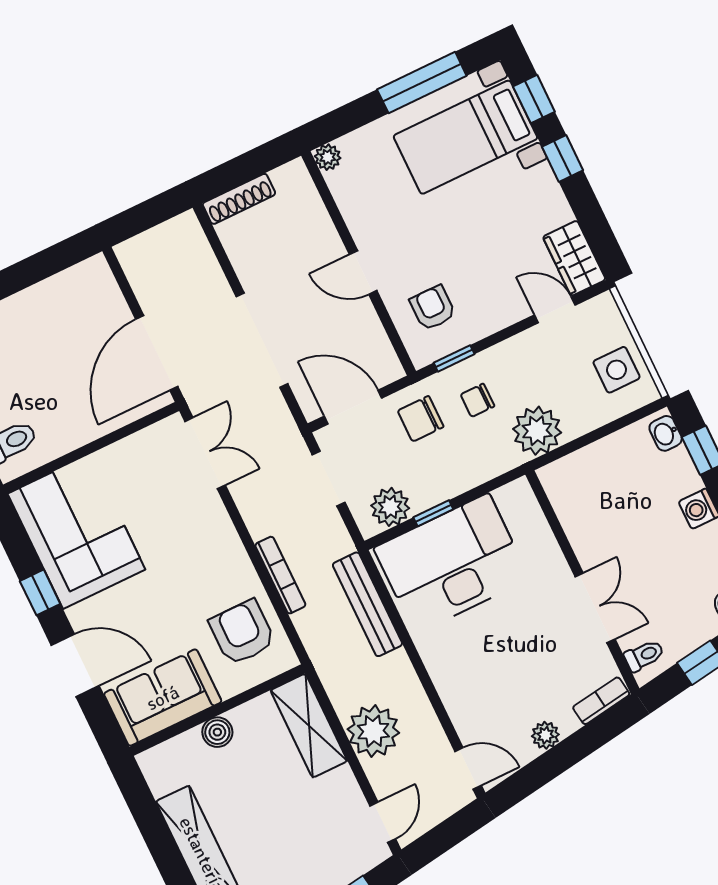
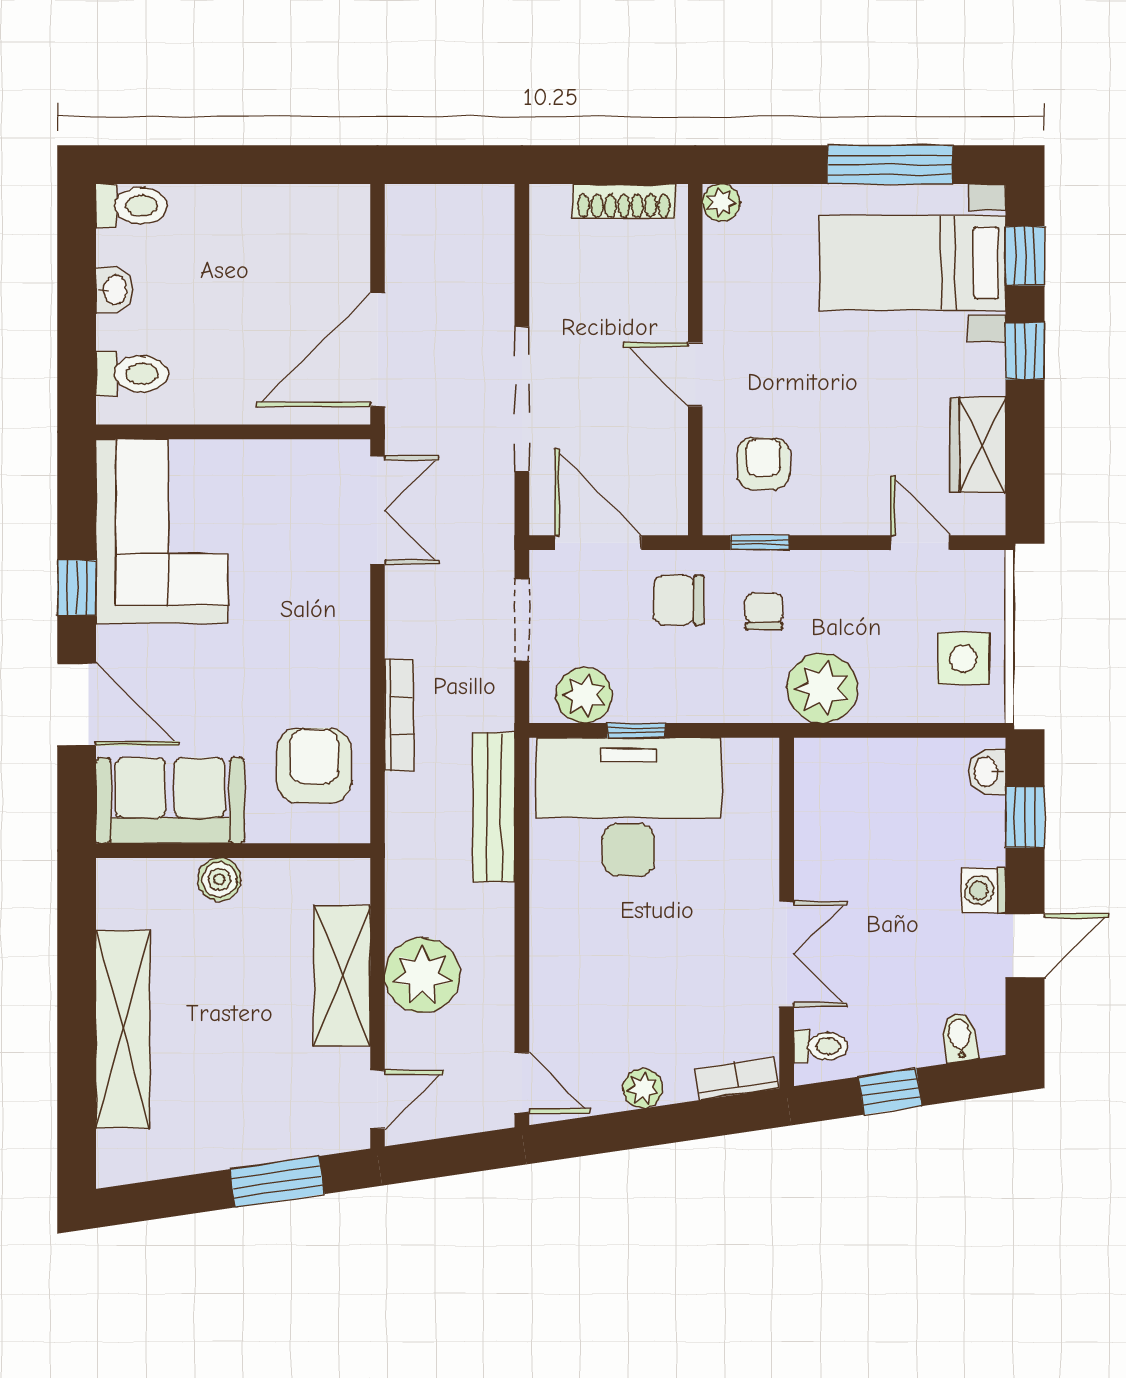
shoe rack: (239, 199) -> (624, 201), moved
wardrobe: (574, 258) -> (978, 445), moved
chair: (477, 400) -> (764, 611), turned 90
shelving: (309, 726) -> (342, 976), moved

